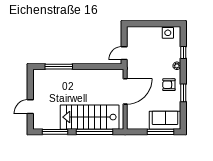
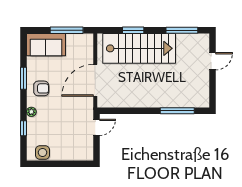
window: (95, 132) -> (133, 30), width x0.47
window: (161, 132) -> (67, 30), moved

